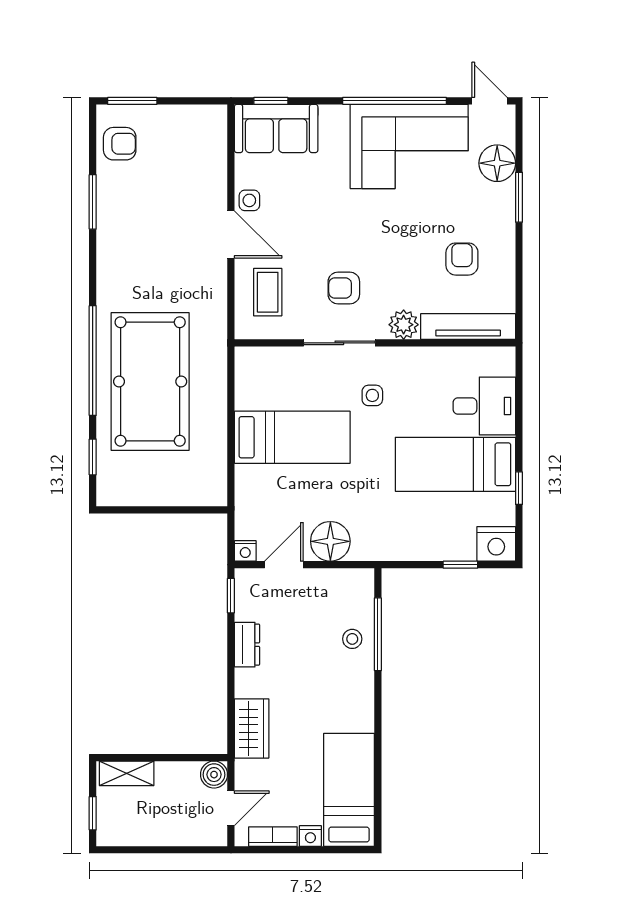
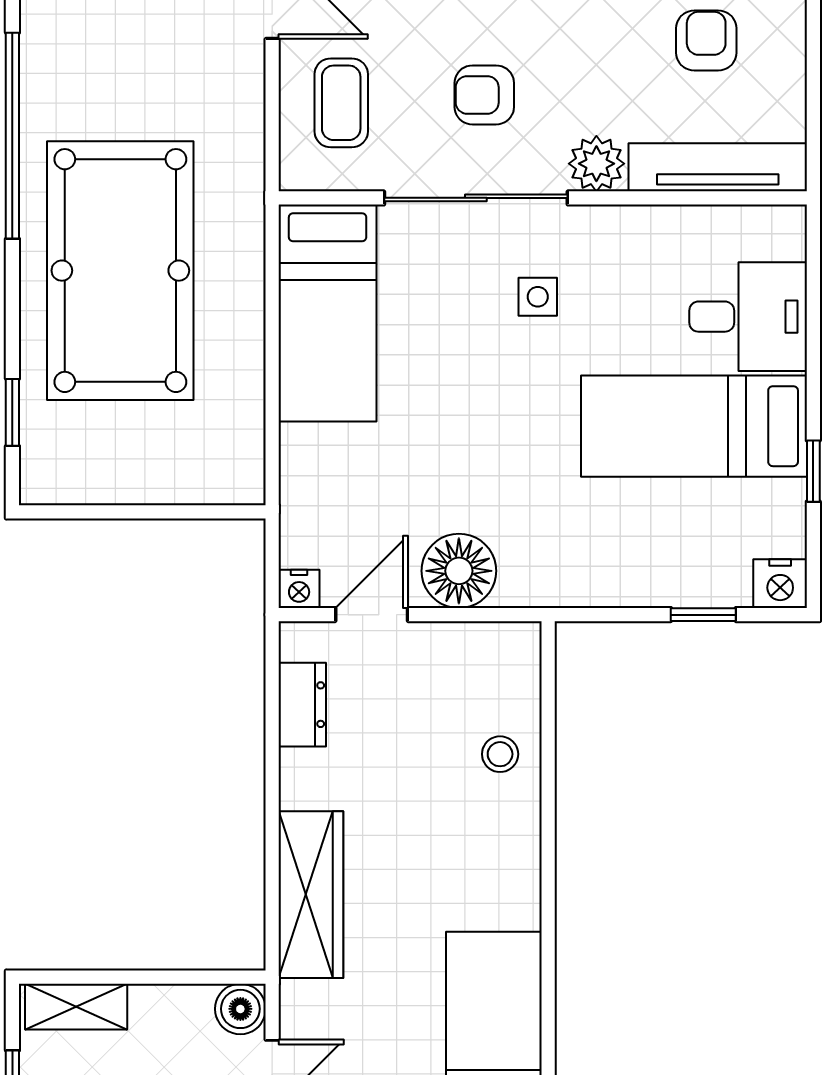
sliding door: (339, 343) -> (476, 198), width x1.37
window: (93, 361) -> (12, 136), moved
bed: (292, 437) -> (328, 313), moved, turned 90
nightstand: (496, 544) -> (780, 584), width x0.74, depth x0.75
window: (231, 596) -> (272, 673), removed
window: (378, 634) -> (548, 746), removed
dresser: (247, 645) -> (302, 705), moved
wardrobe: (252, 728) -> (311, 895), width x1.50

